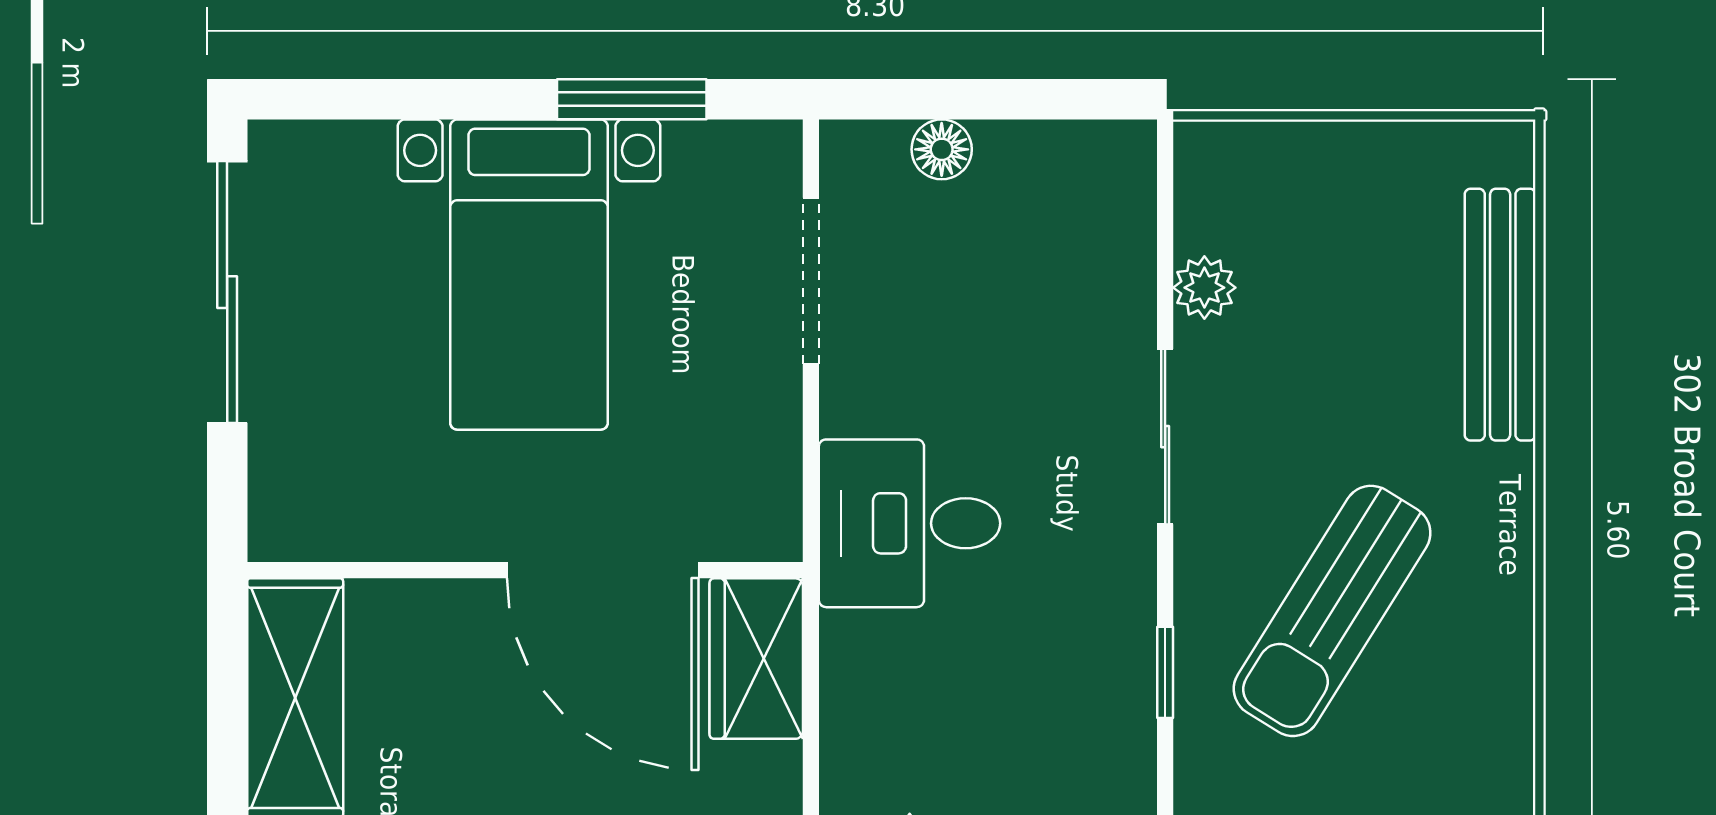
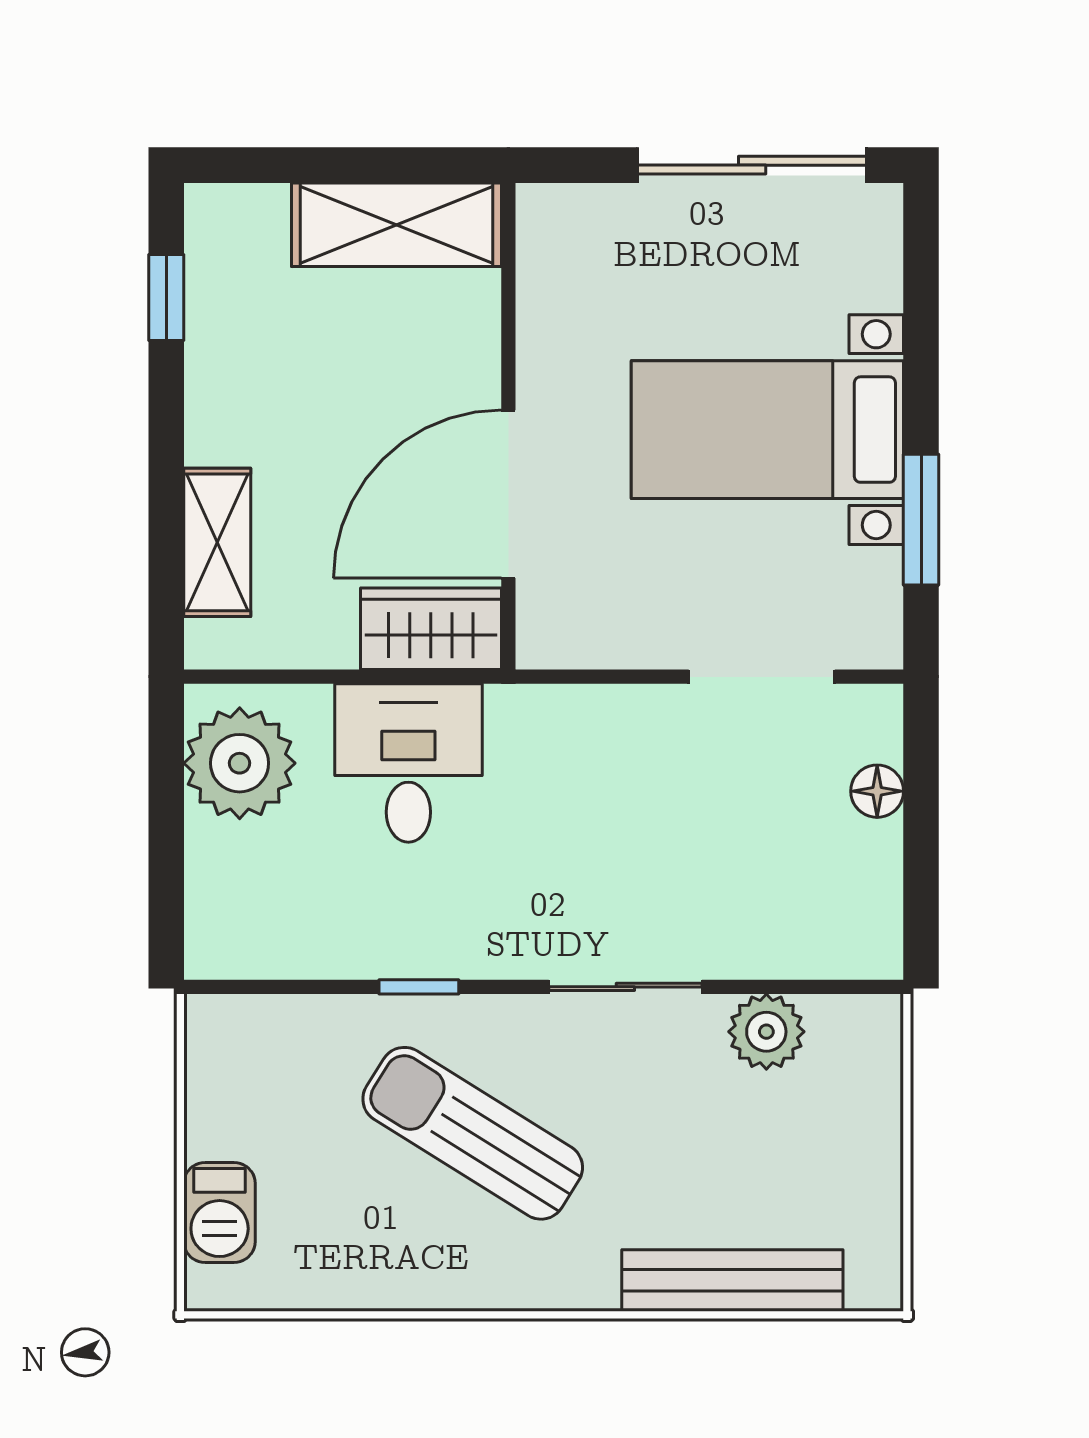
plant: (1204, 288) -> (766, 1032), width x1.38, depth x1.38
desk: (909, 523) -> (408, 763), moved

